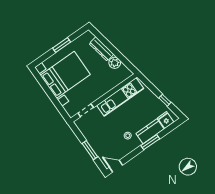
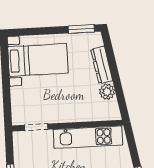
window: (62, 45) -> (81, 29), moved
bed with nightstands: (65, 75) -> (38, 60), width x0.73

